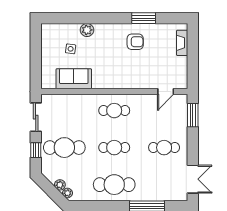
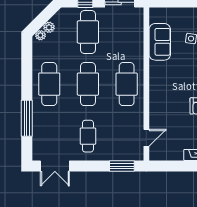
door: (166, 92) -> (146, 138), swing flipped
cafe table: (114, 111) -> (127, 84), width x1.37, depth x1.35
cafe table: (114, 148) -> (88, 84), width x1.37, depth x1.35

